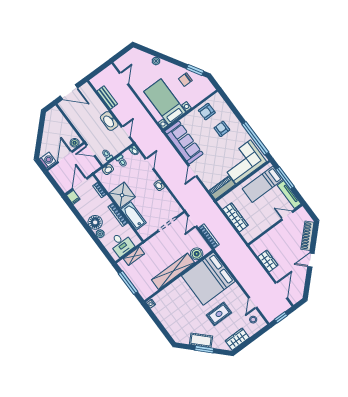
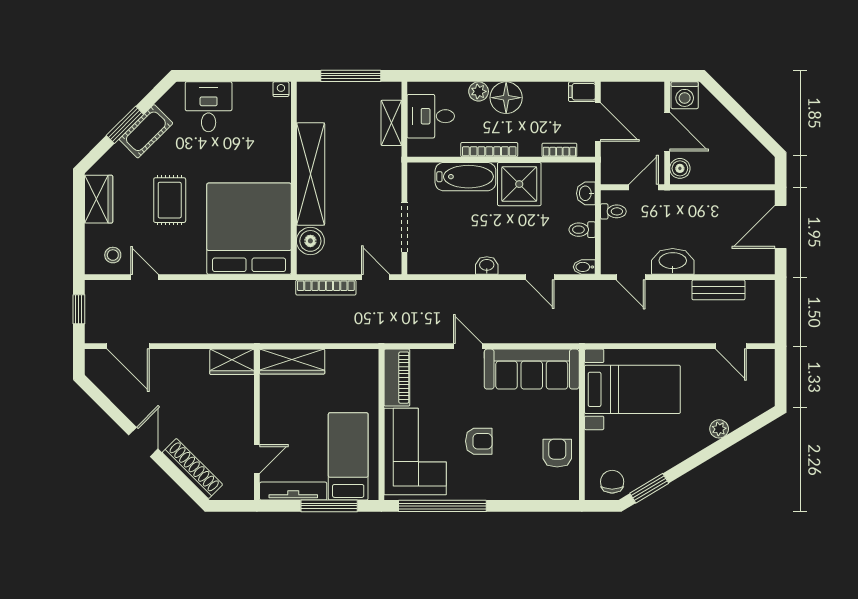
chair: (185, 80) -> (612, 482), moved
armchair: (222, 129) -> (479, 441), moved
wardrobe: (235, 217) -> (292, 362), moved
wardrobe: (268, 261) -> (232, 362), moved
desk: (176, 325) -> (209, 107), added

